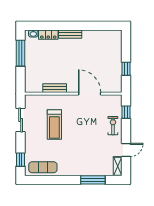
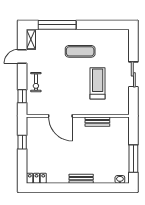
locker: (48, 35) -> (37, 178), moved
sliding door: (21, 120) -> (133, 74), moved
window: (21, 160) -> (133, 46), removed
exercise mat: (43, 167) -> (80, 51), moved
window: (93, 180) -> (57, 25), width x1.46

